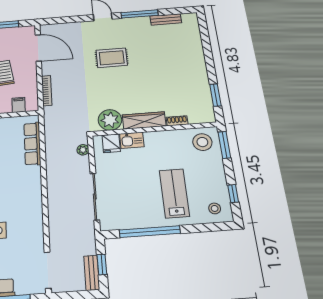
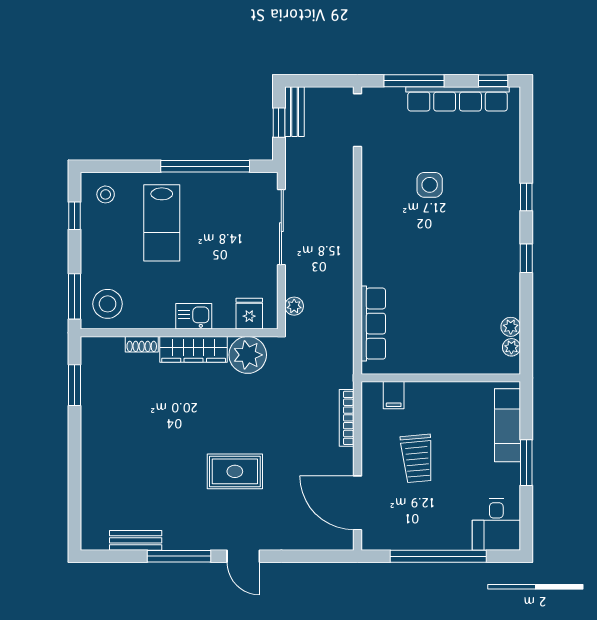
kitchen sink: (132, 140) -> (194, 316), moved

